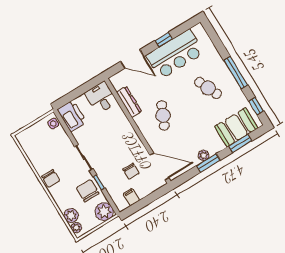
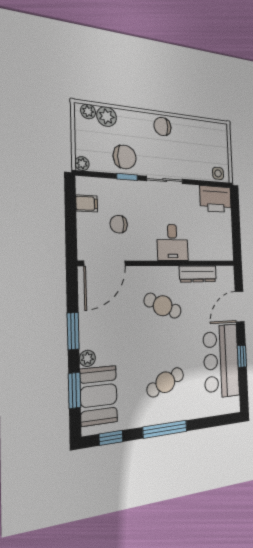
desk: (101, 98) -> (172, 243), moved, turned 90
plant: (203, 155) -> (87, 358), moved
plant: (104, 212) -> (82, 164), width x0.53, depth x0.53

